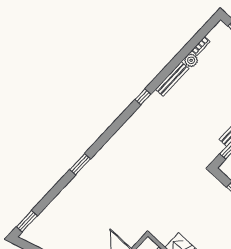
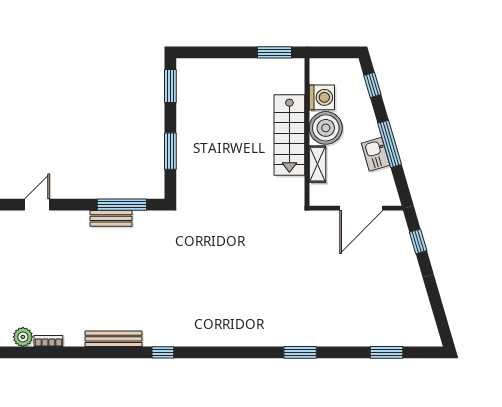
plant: (191, 60) -> (23, 337), moved
window: (27, 221) -> (387, 352), moved

